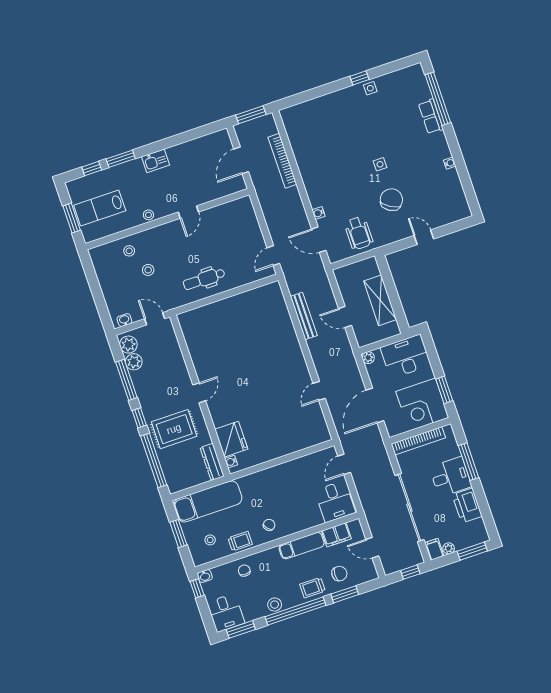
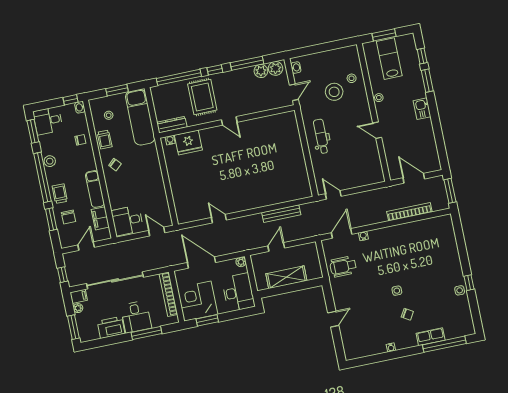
chair: (391, 200) -> (407, 314), moved, width x0.54, depth x0.54
stool: (148, 270) -> (334, 92), width x1.89, depth x1.89

